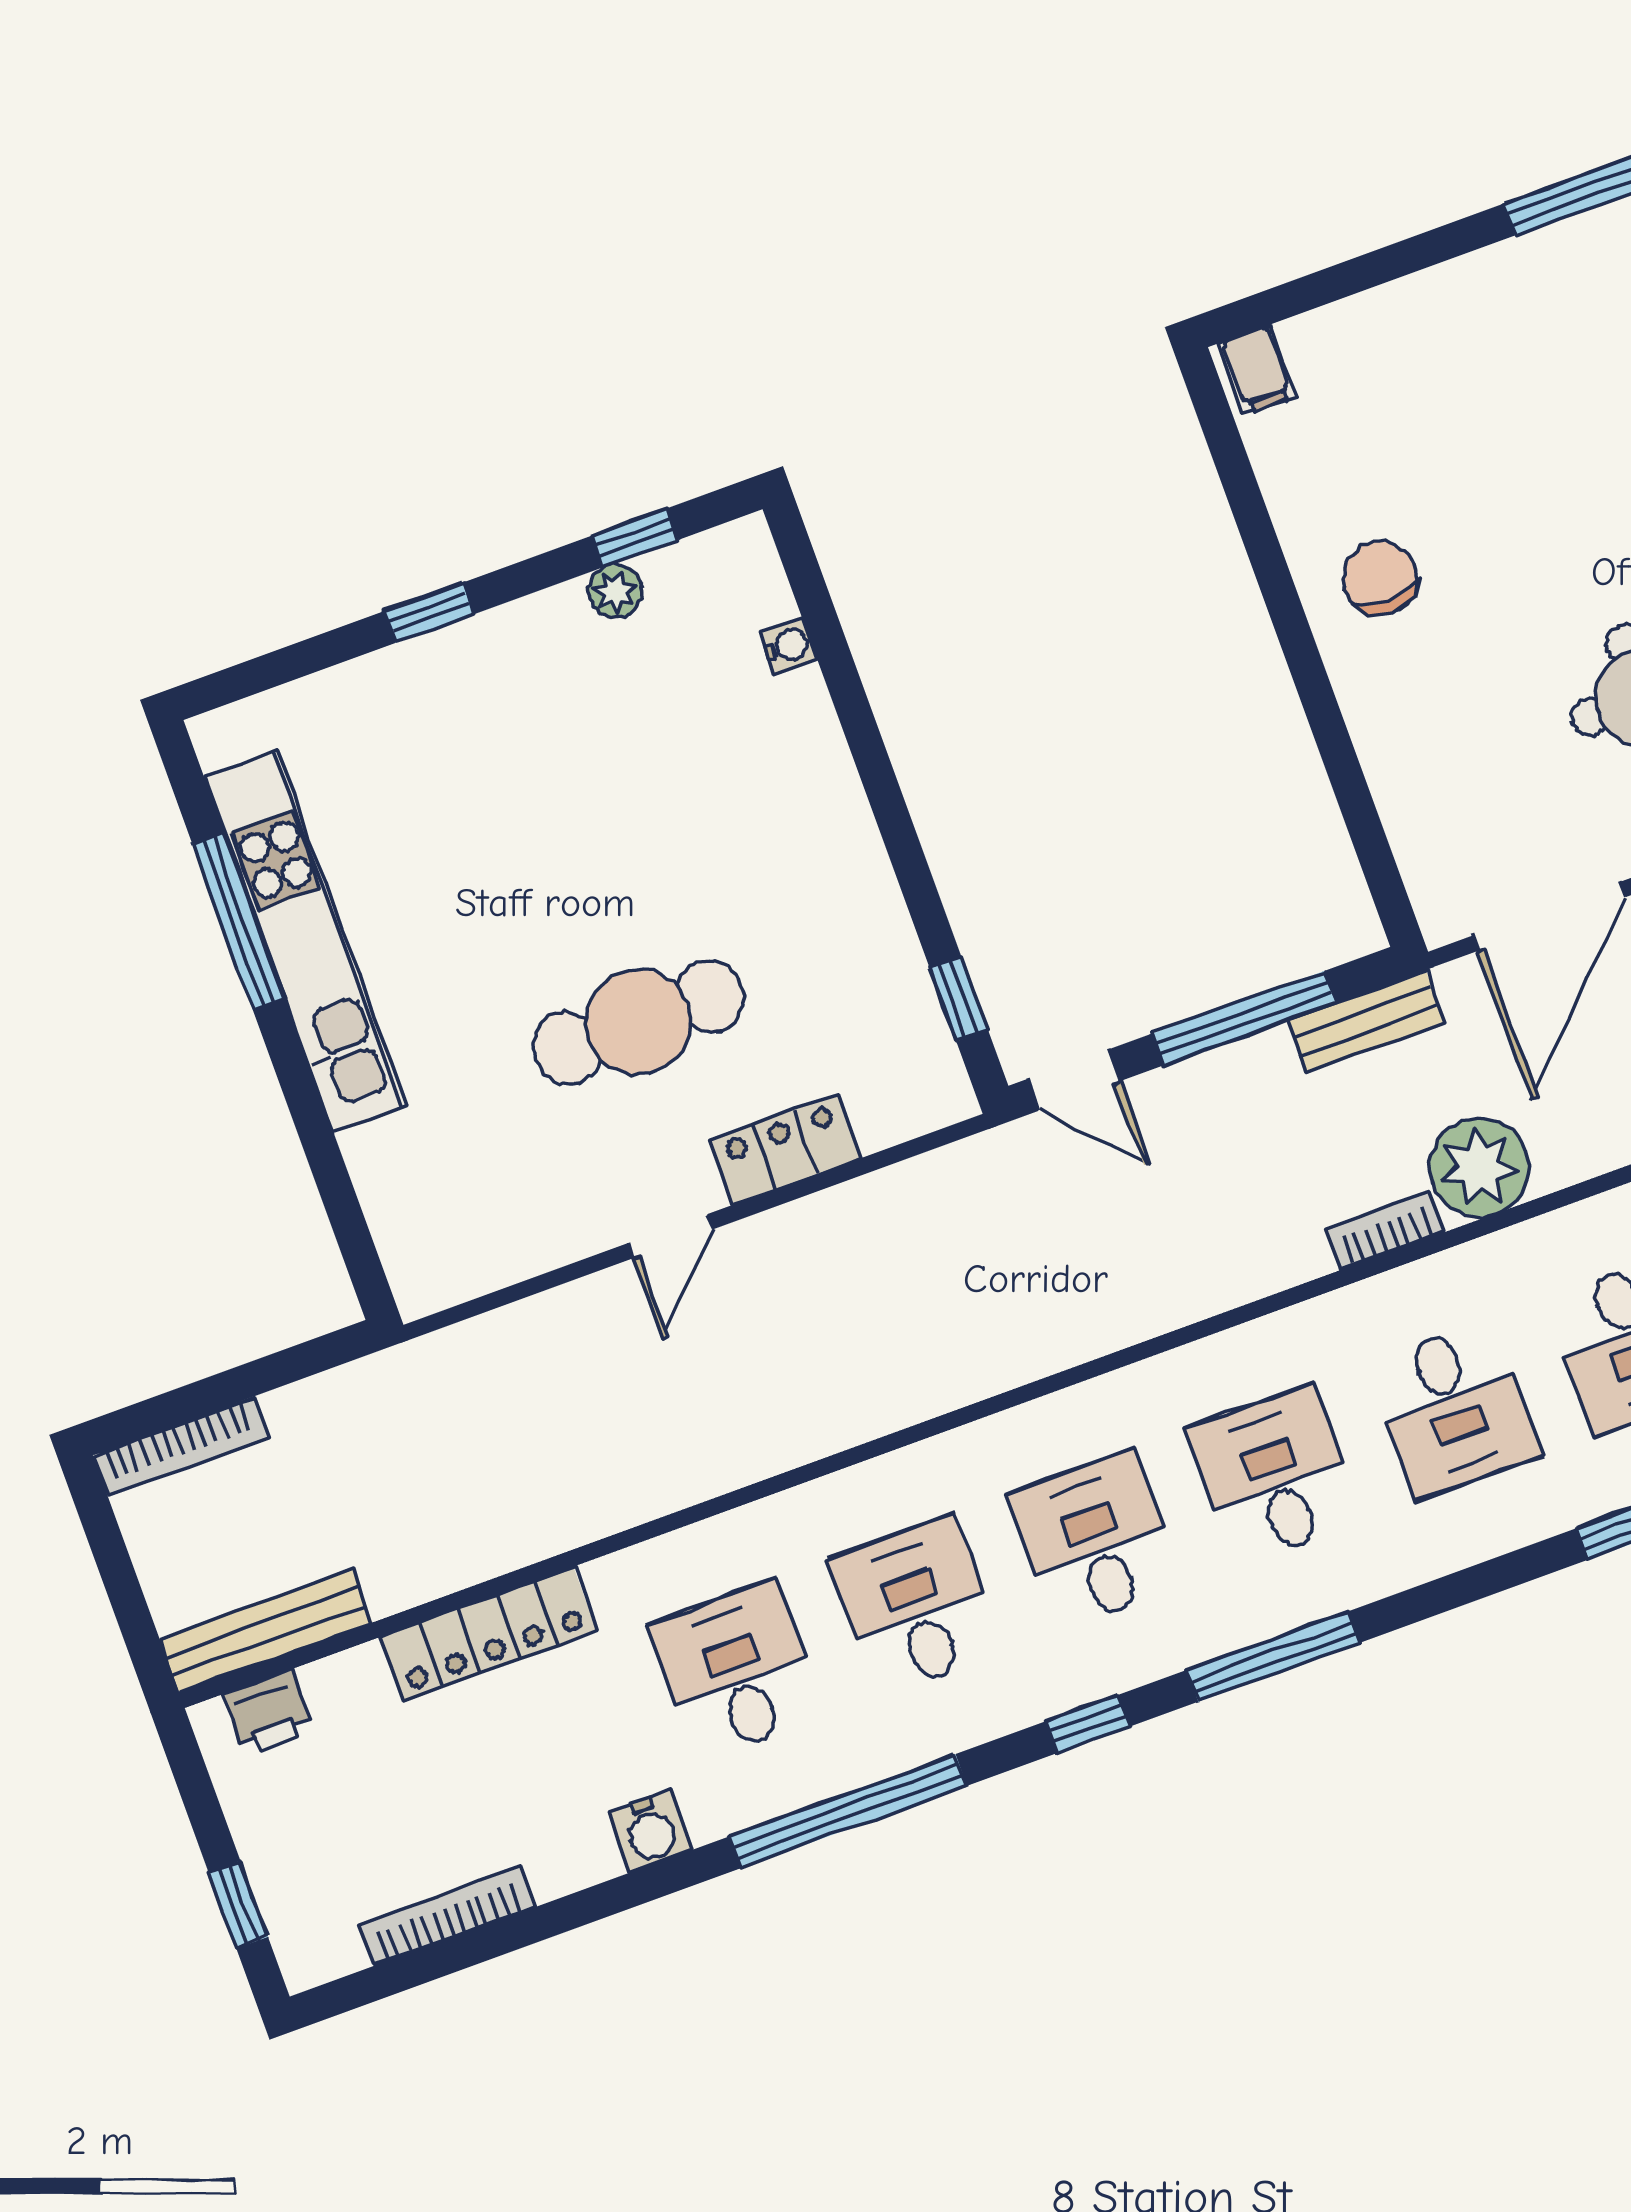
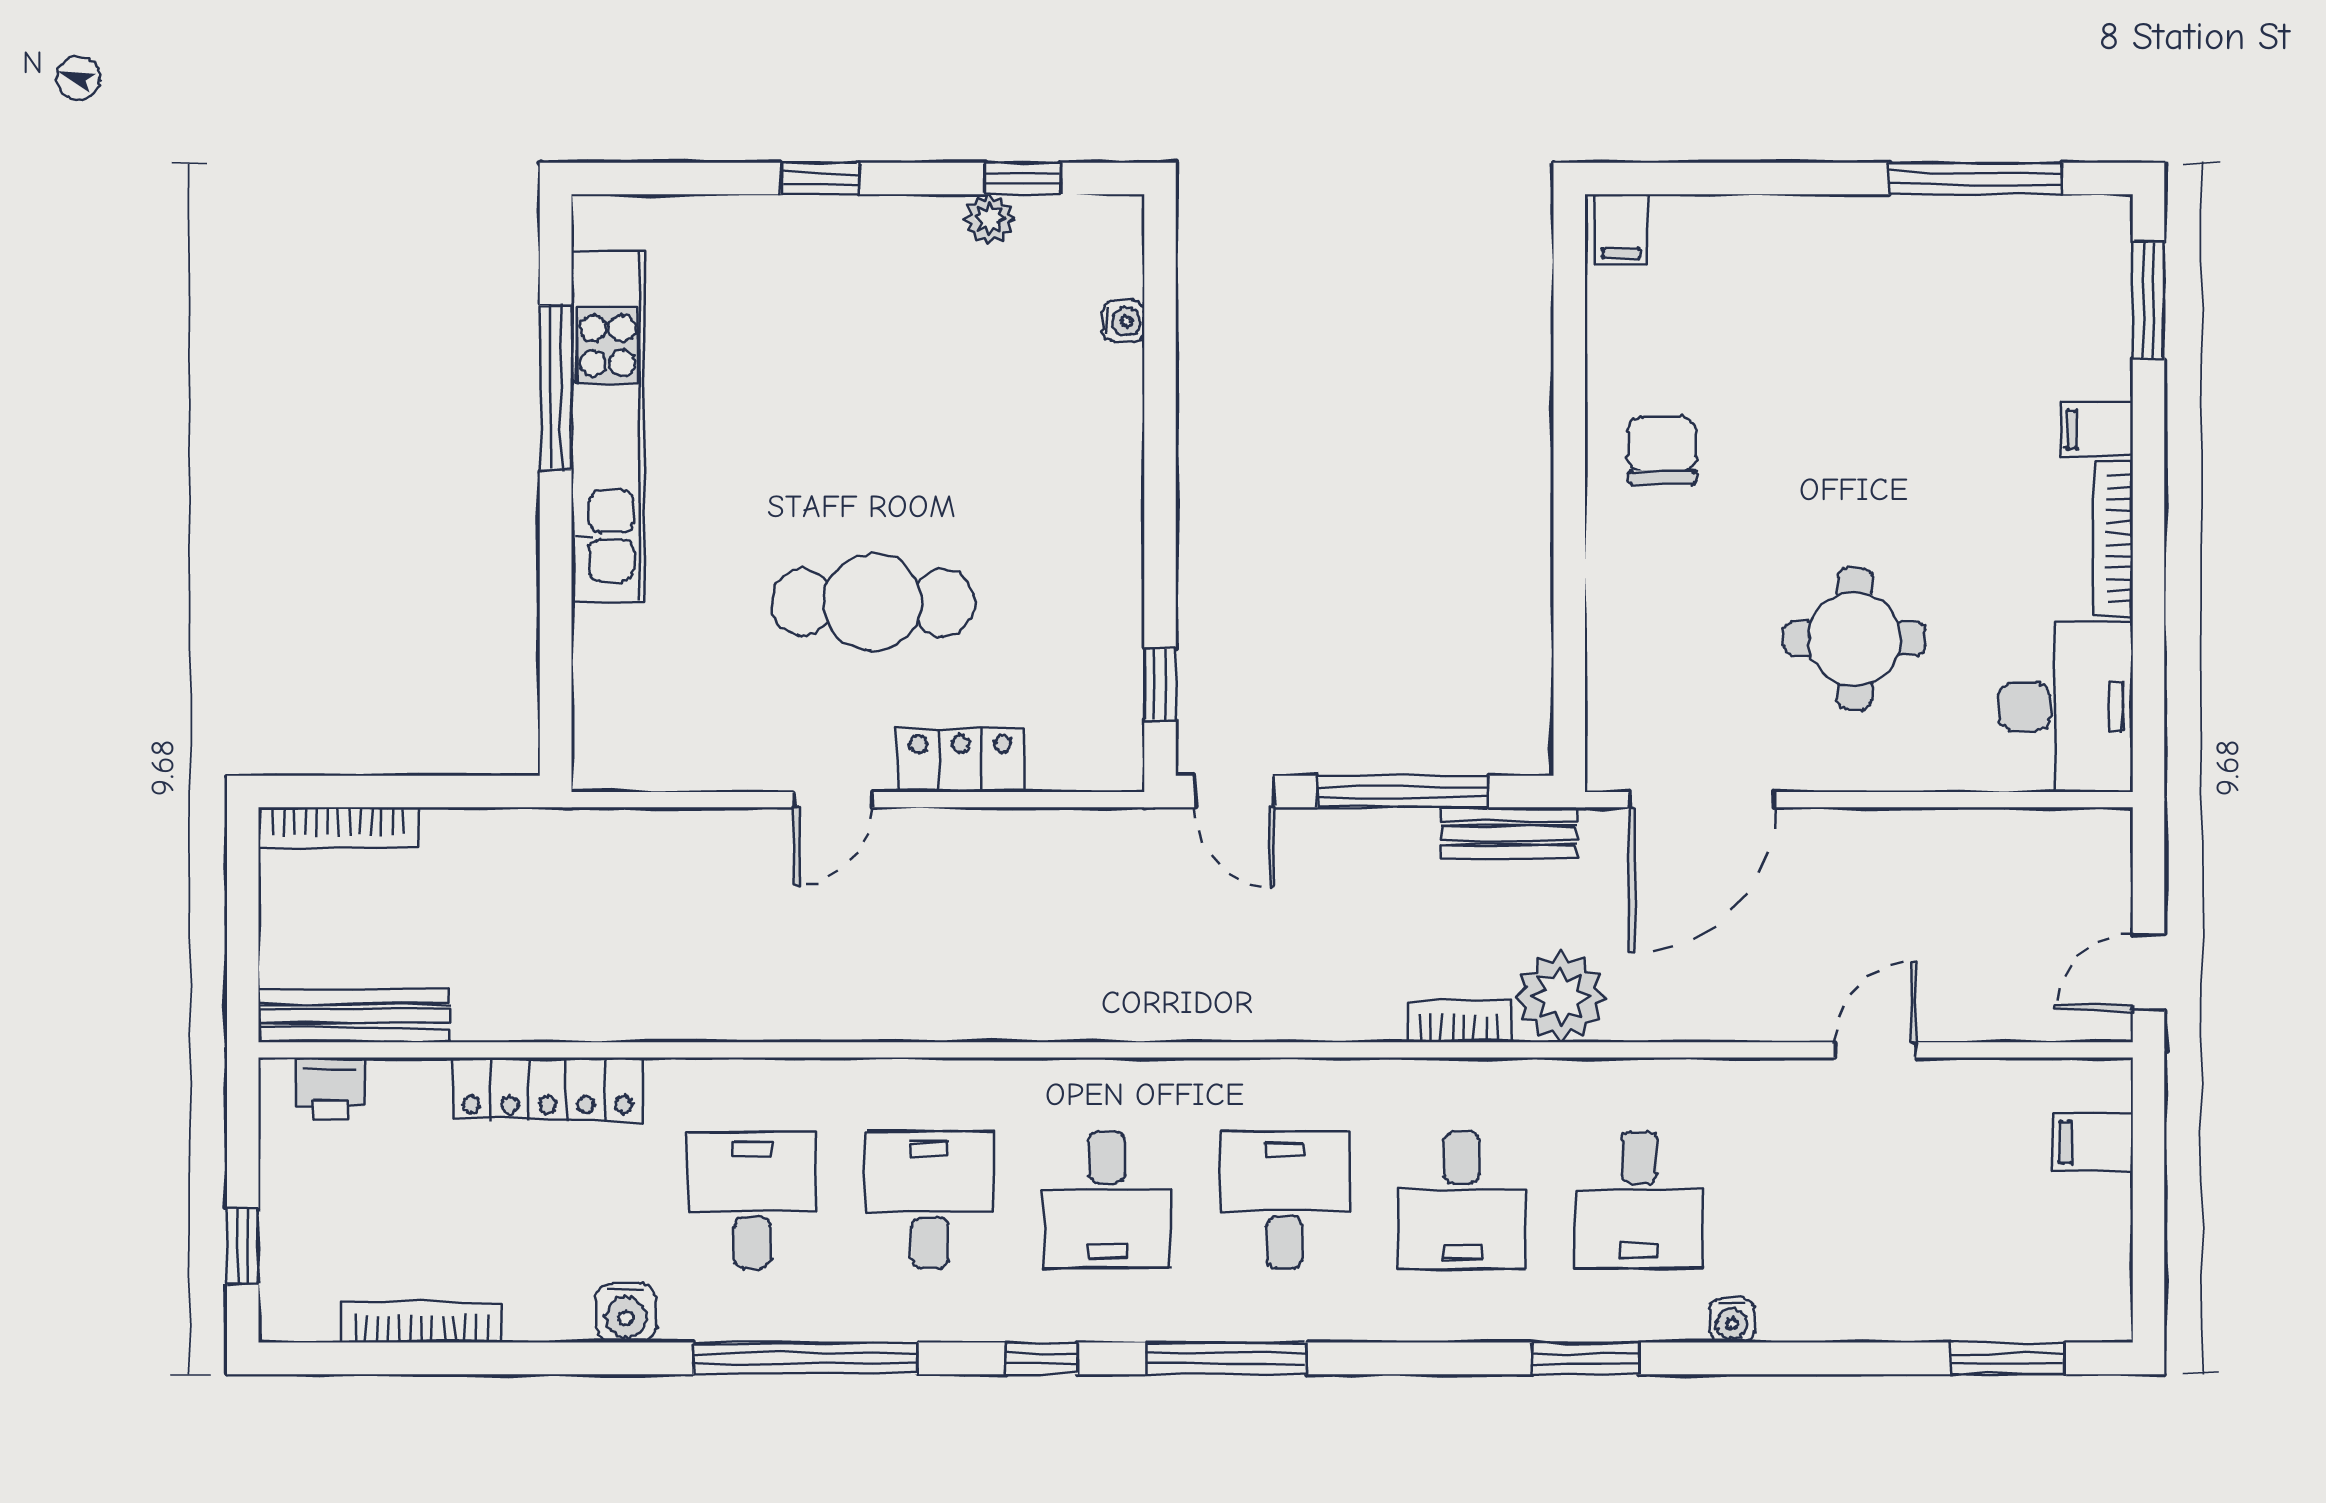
desk: (1095, 1540) -> (1107, 1200), turned 180

